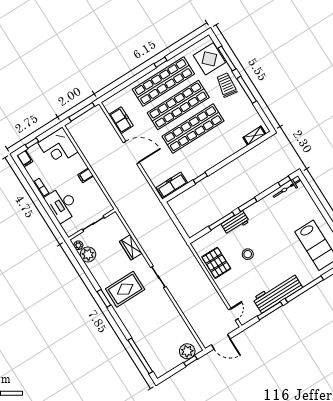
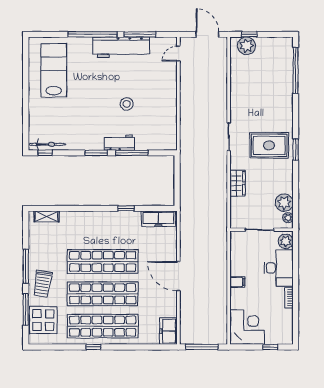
freezer: (121, 120) -> (168, 331), moved
filing cabinet: (25, 159) -> (287, 336), removed
plant: (69, 227) -> (286, 241), added
pallet: (216, 263) -> (163, 115), removed

